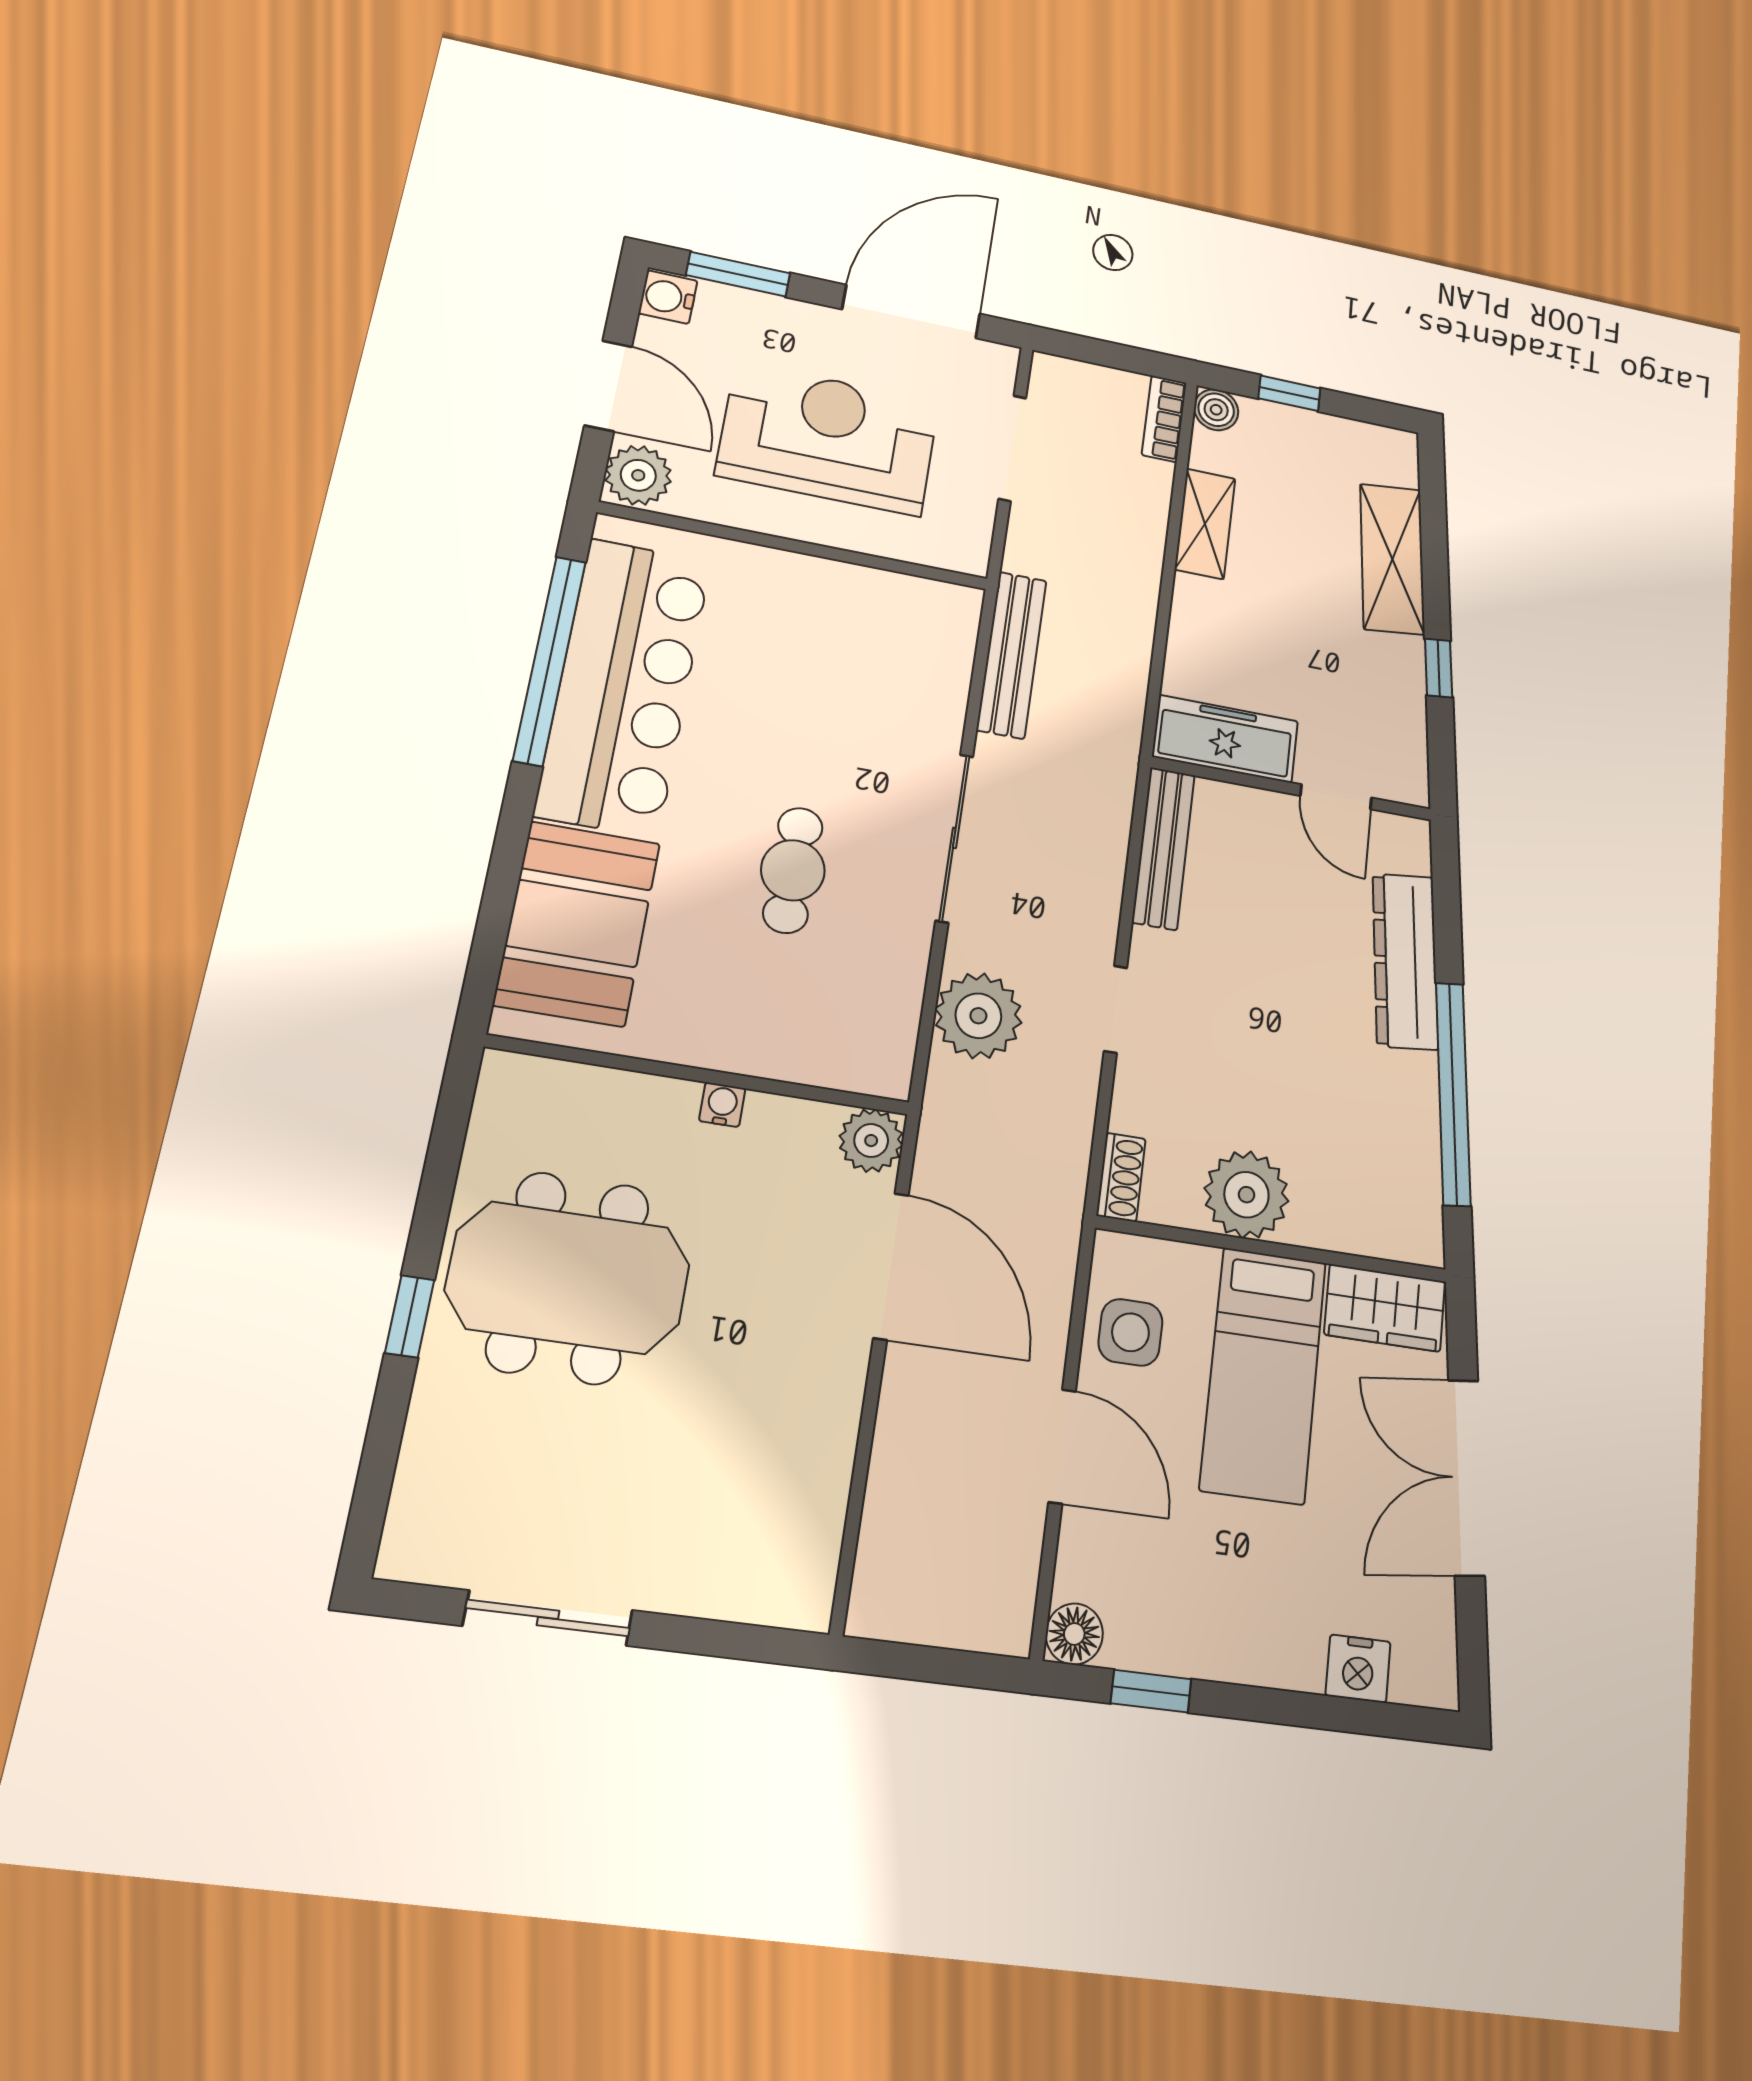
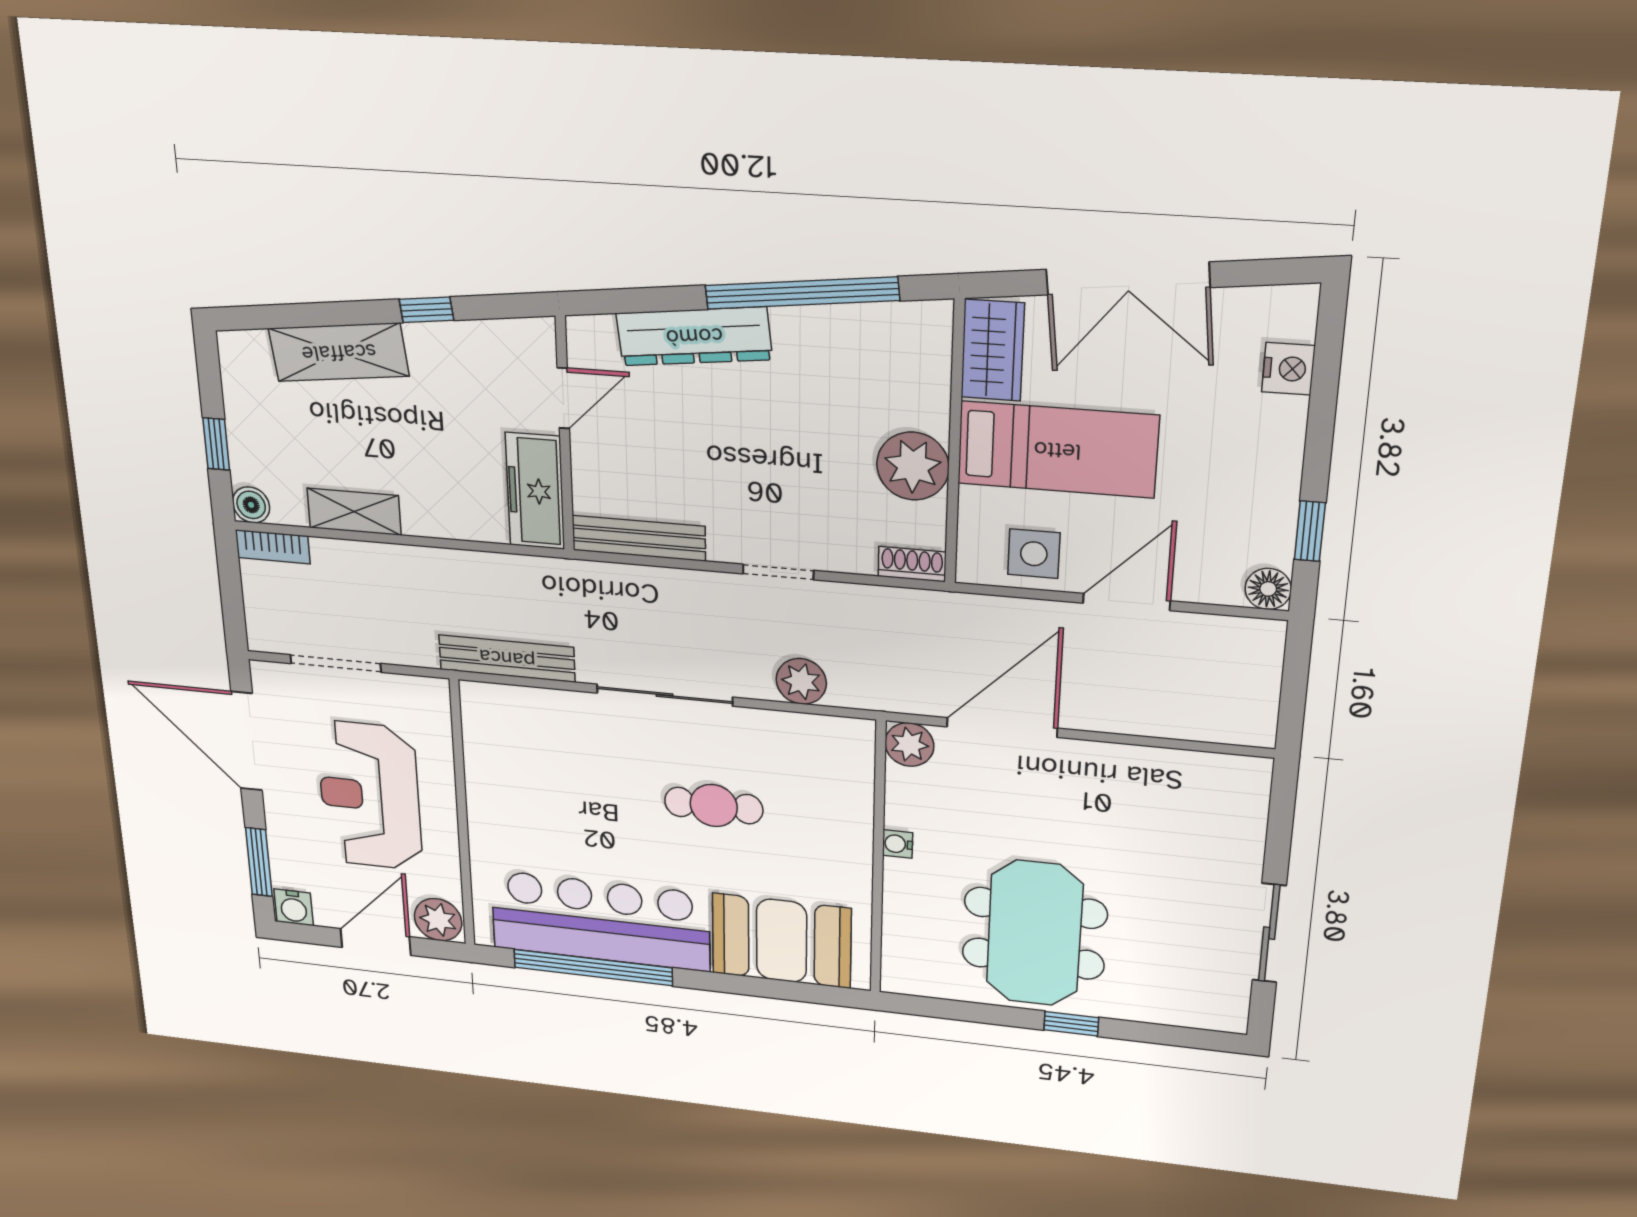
plant: (978, 1016) -> (801, 681), width x0.73, depth x0.73

